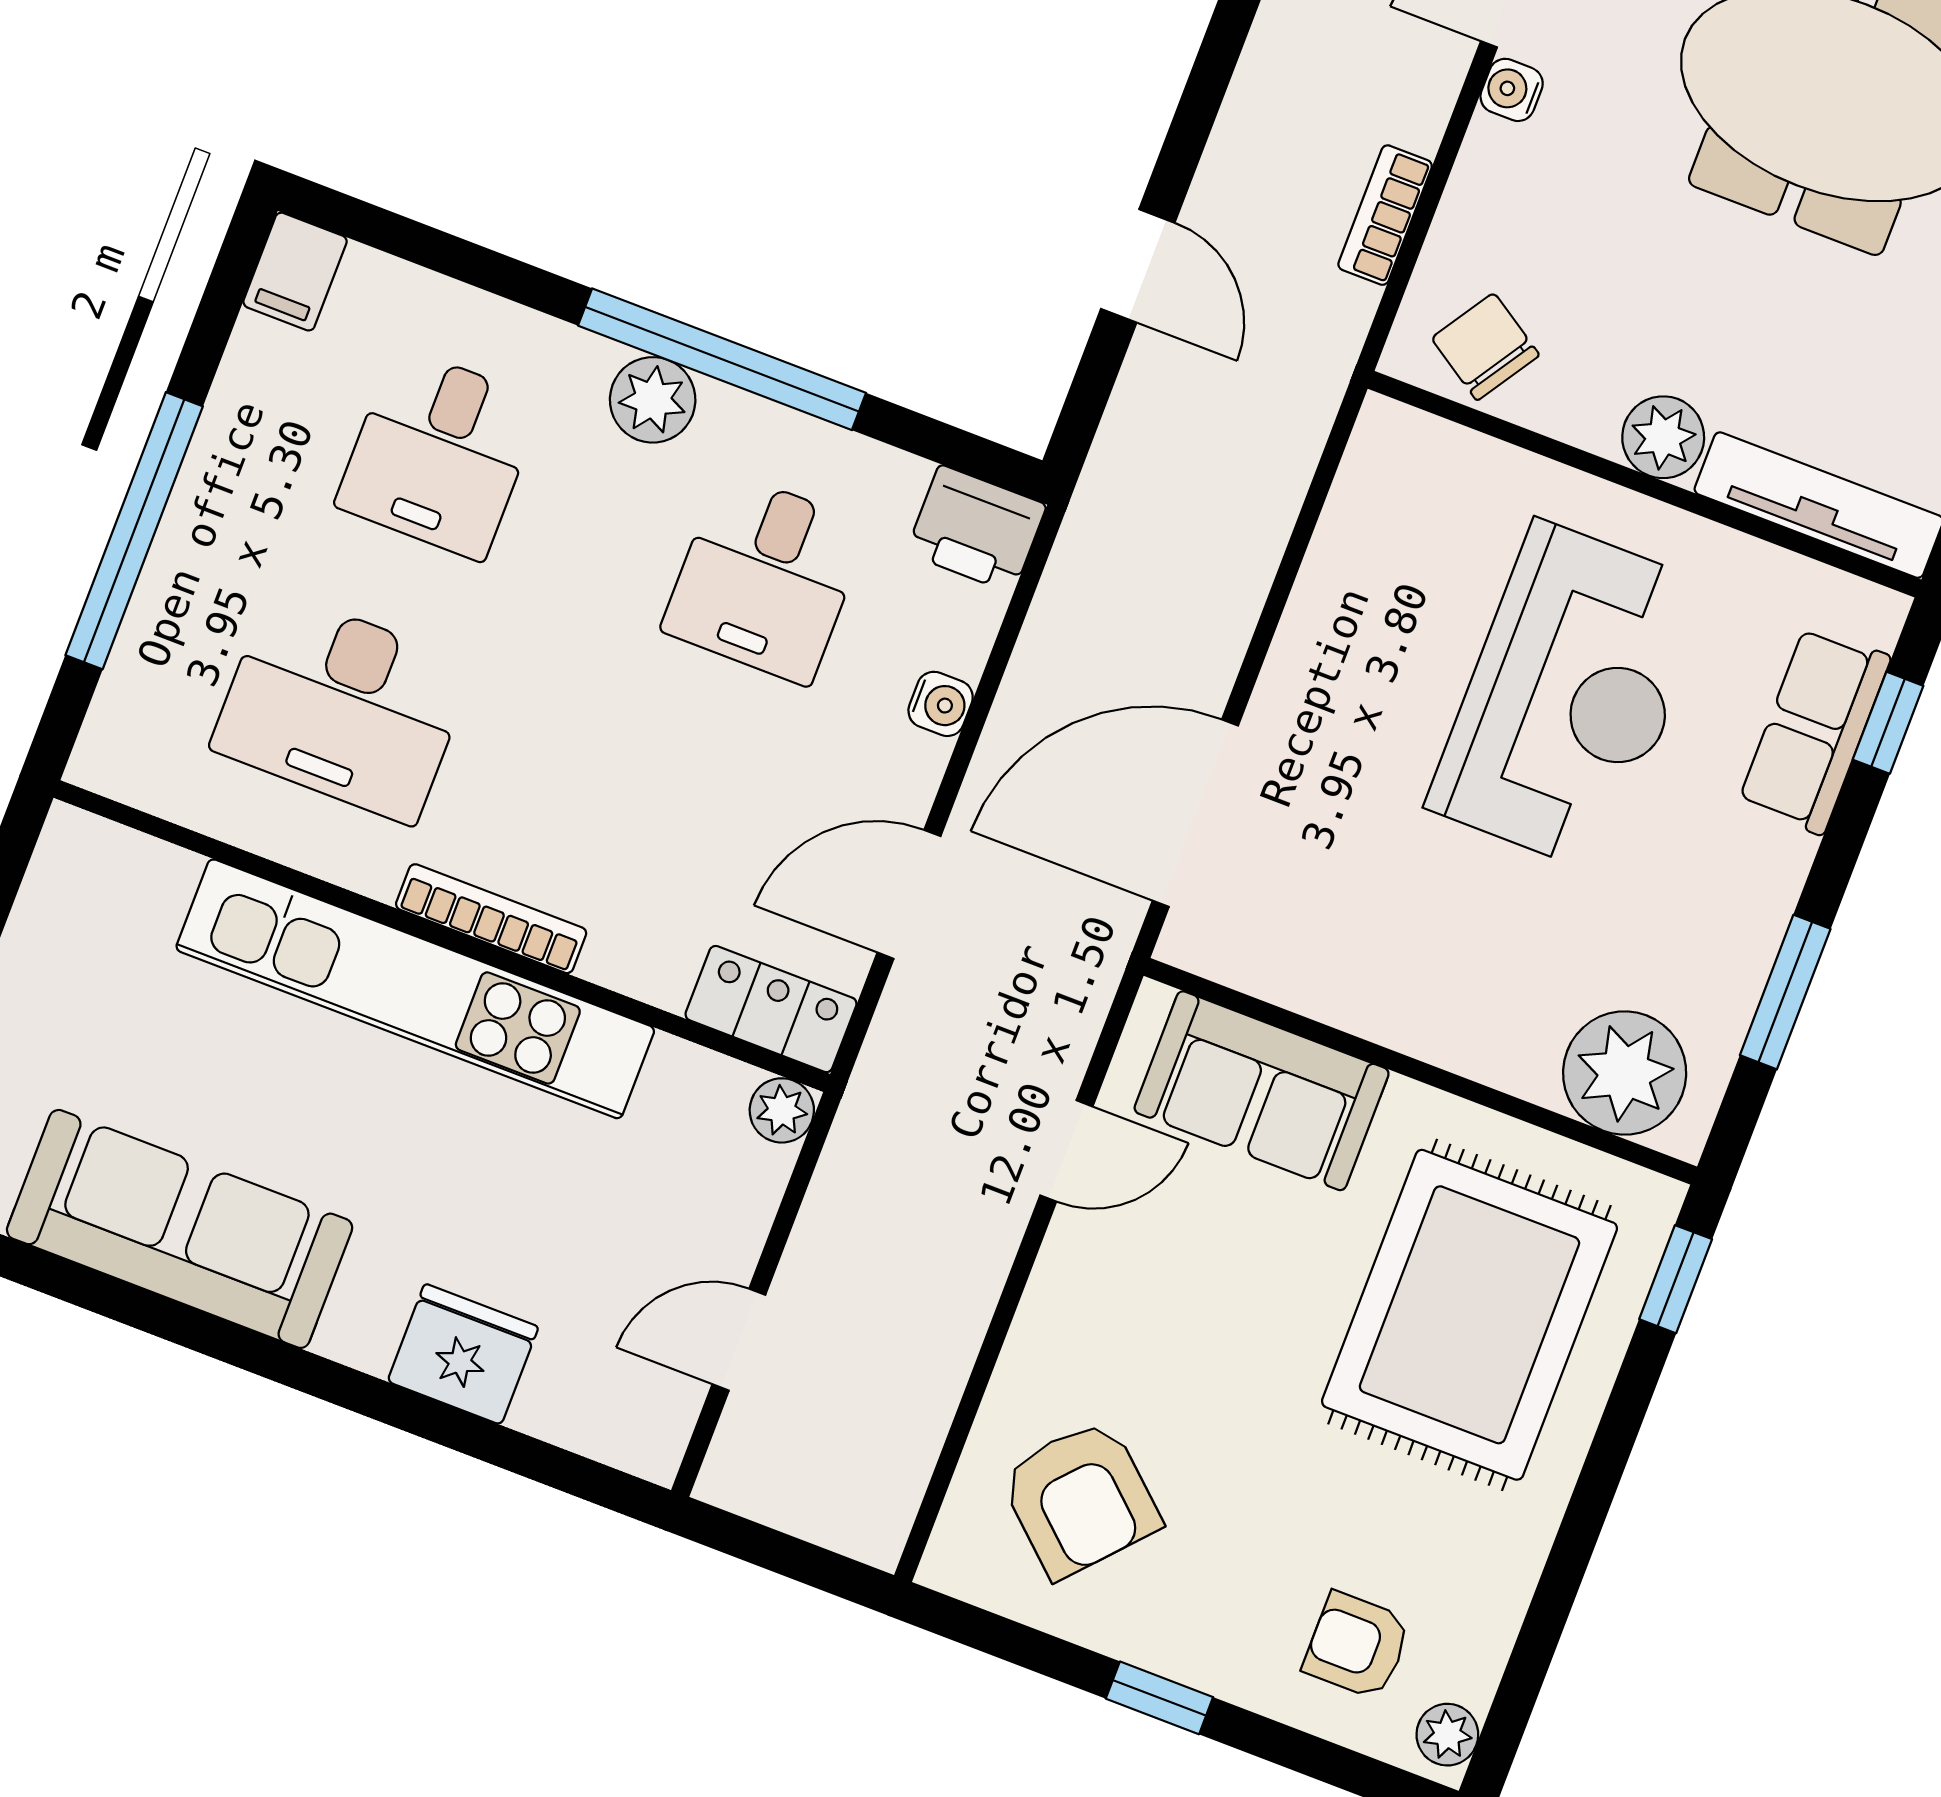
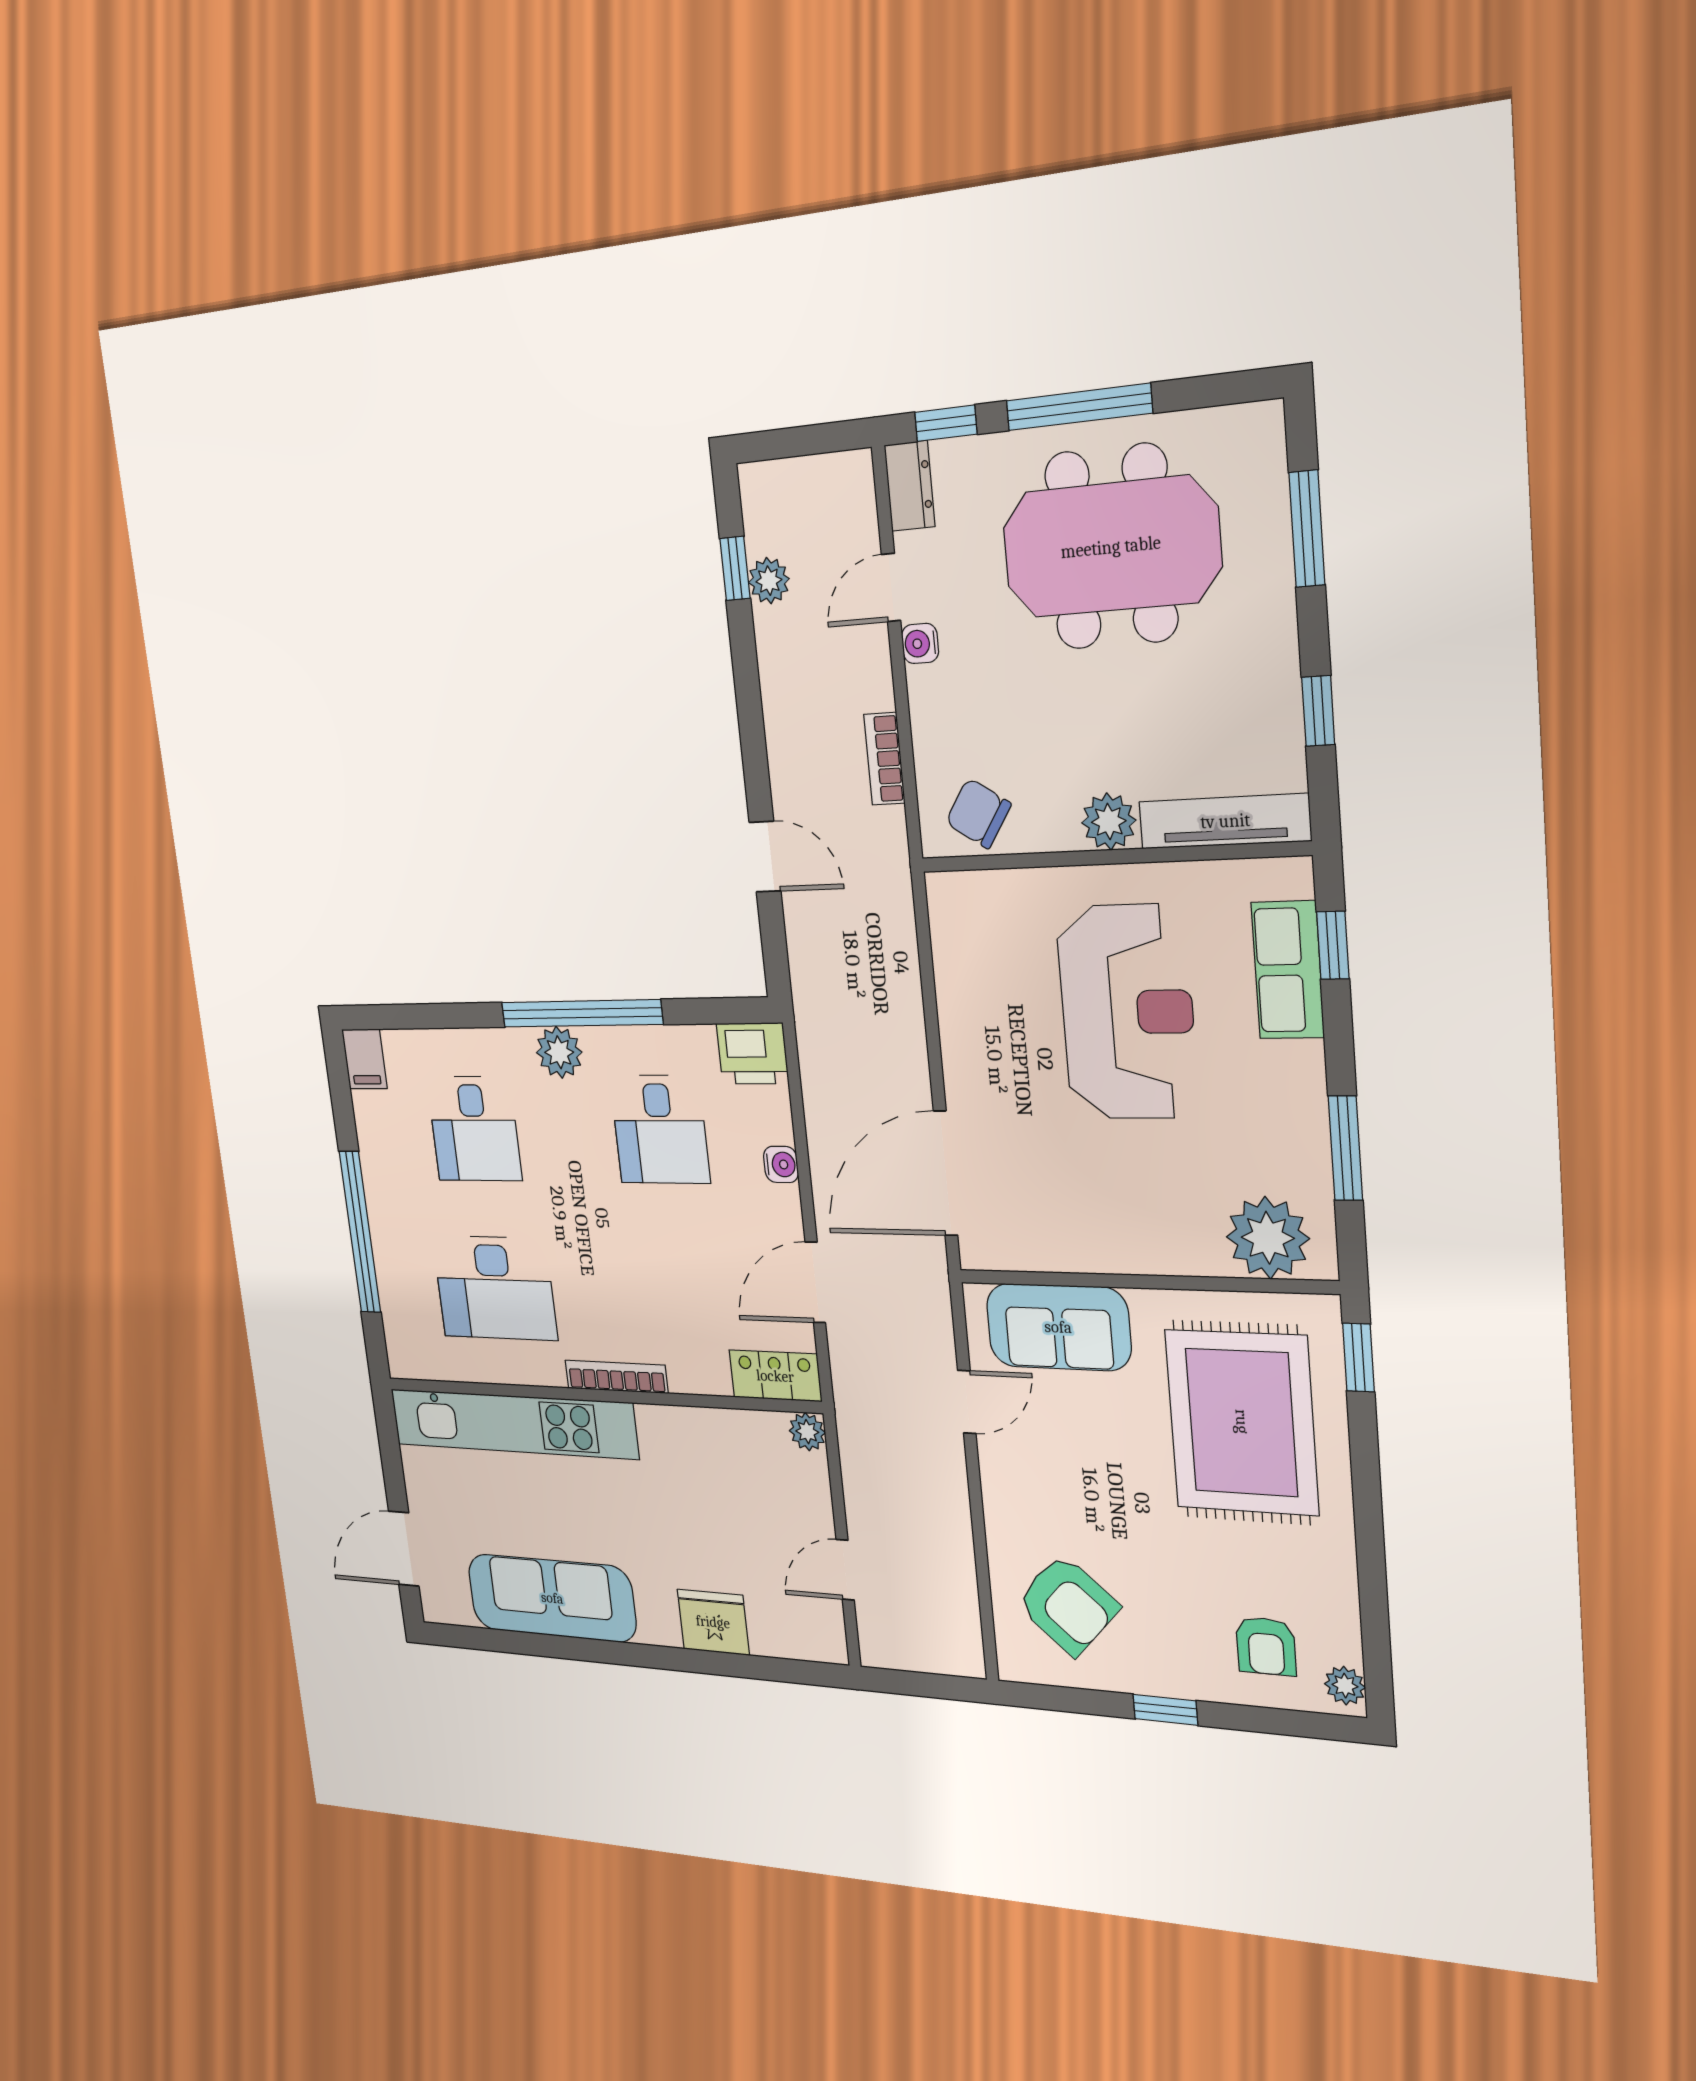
kitchen unit: (415, 989) -> (513, 1424), moved
armchair: (1357, 1645) -> (1266, 1646), turned -90

